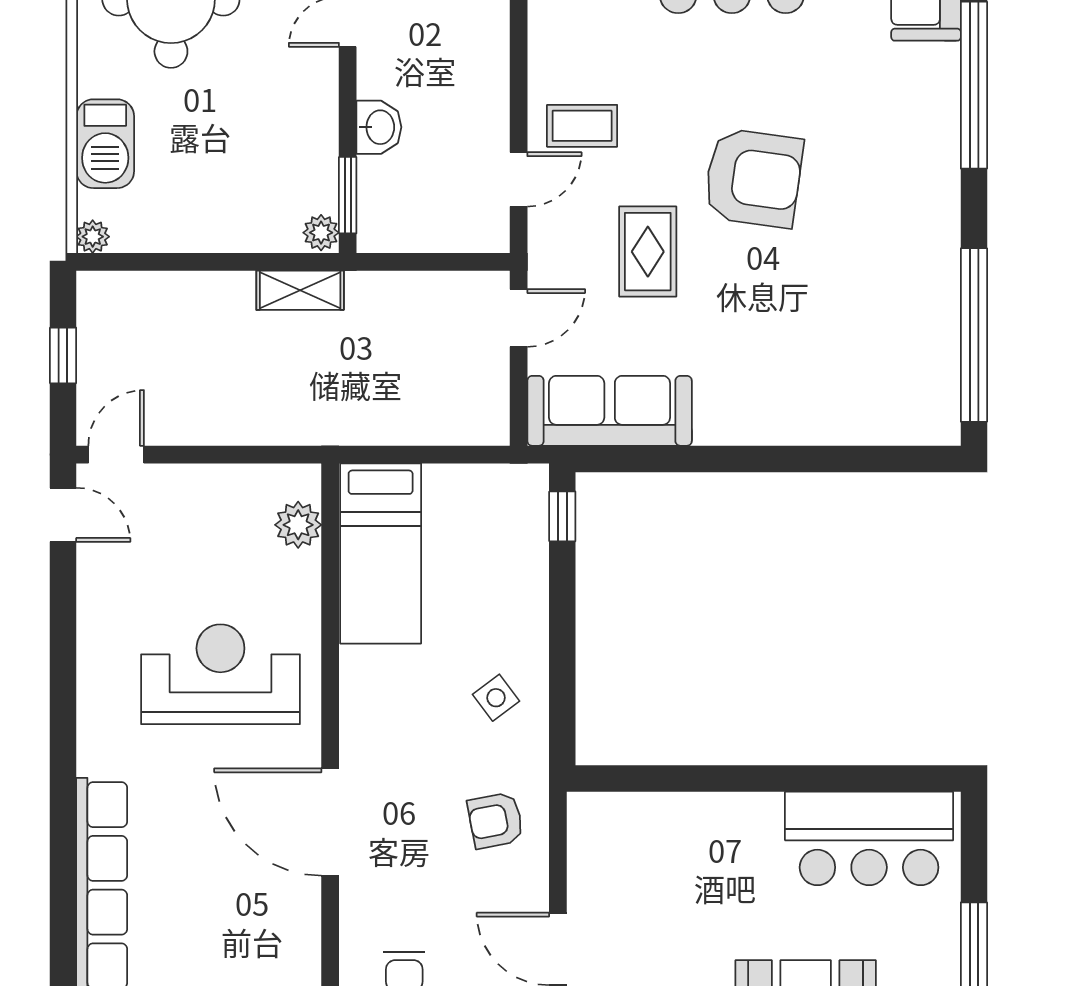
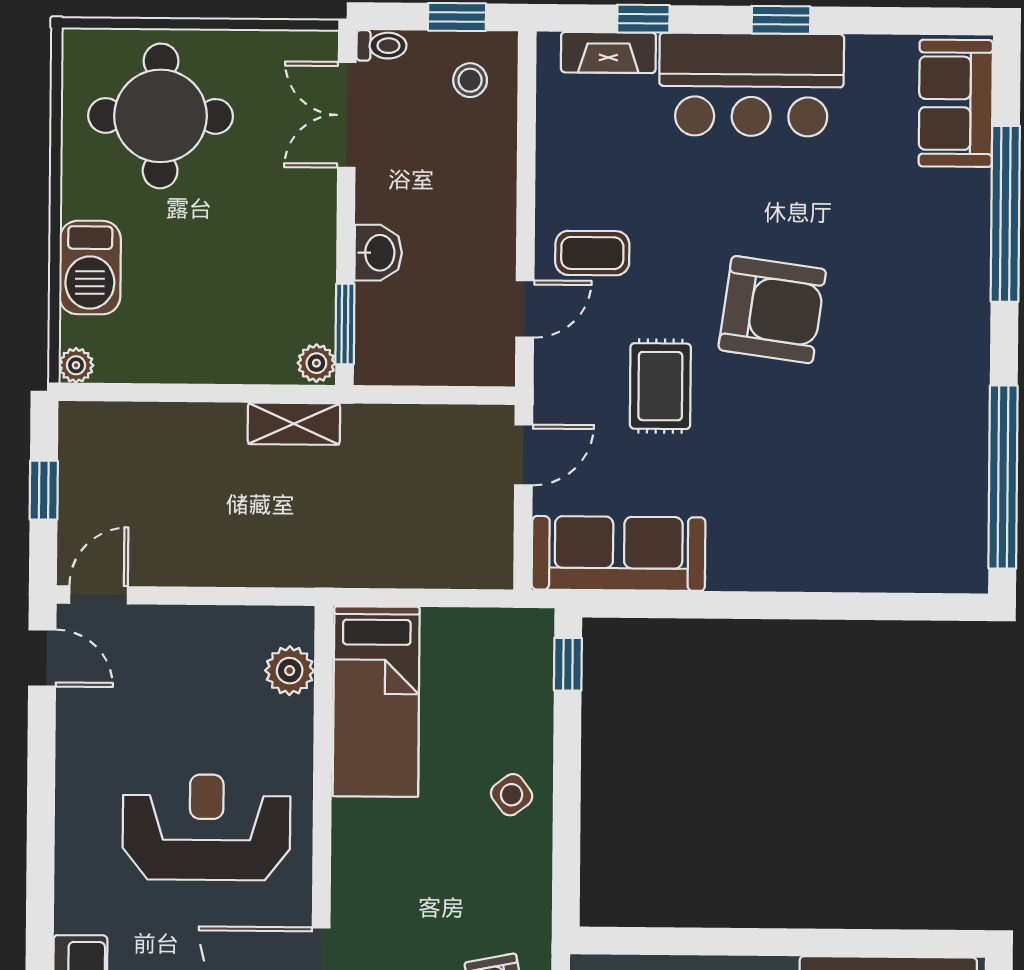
side table: (496, 698) -> (512, 795), moved

